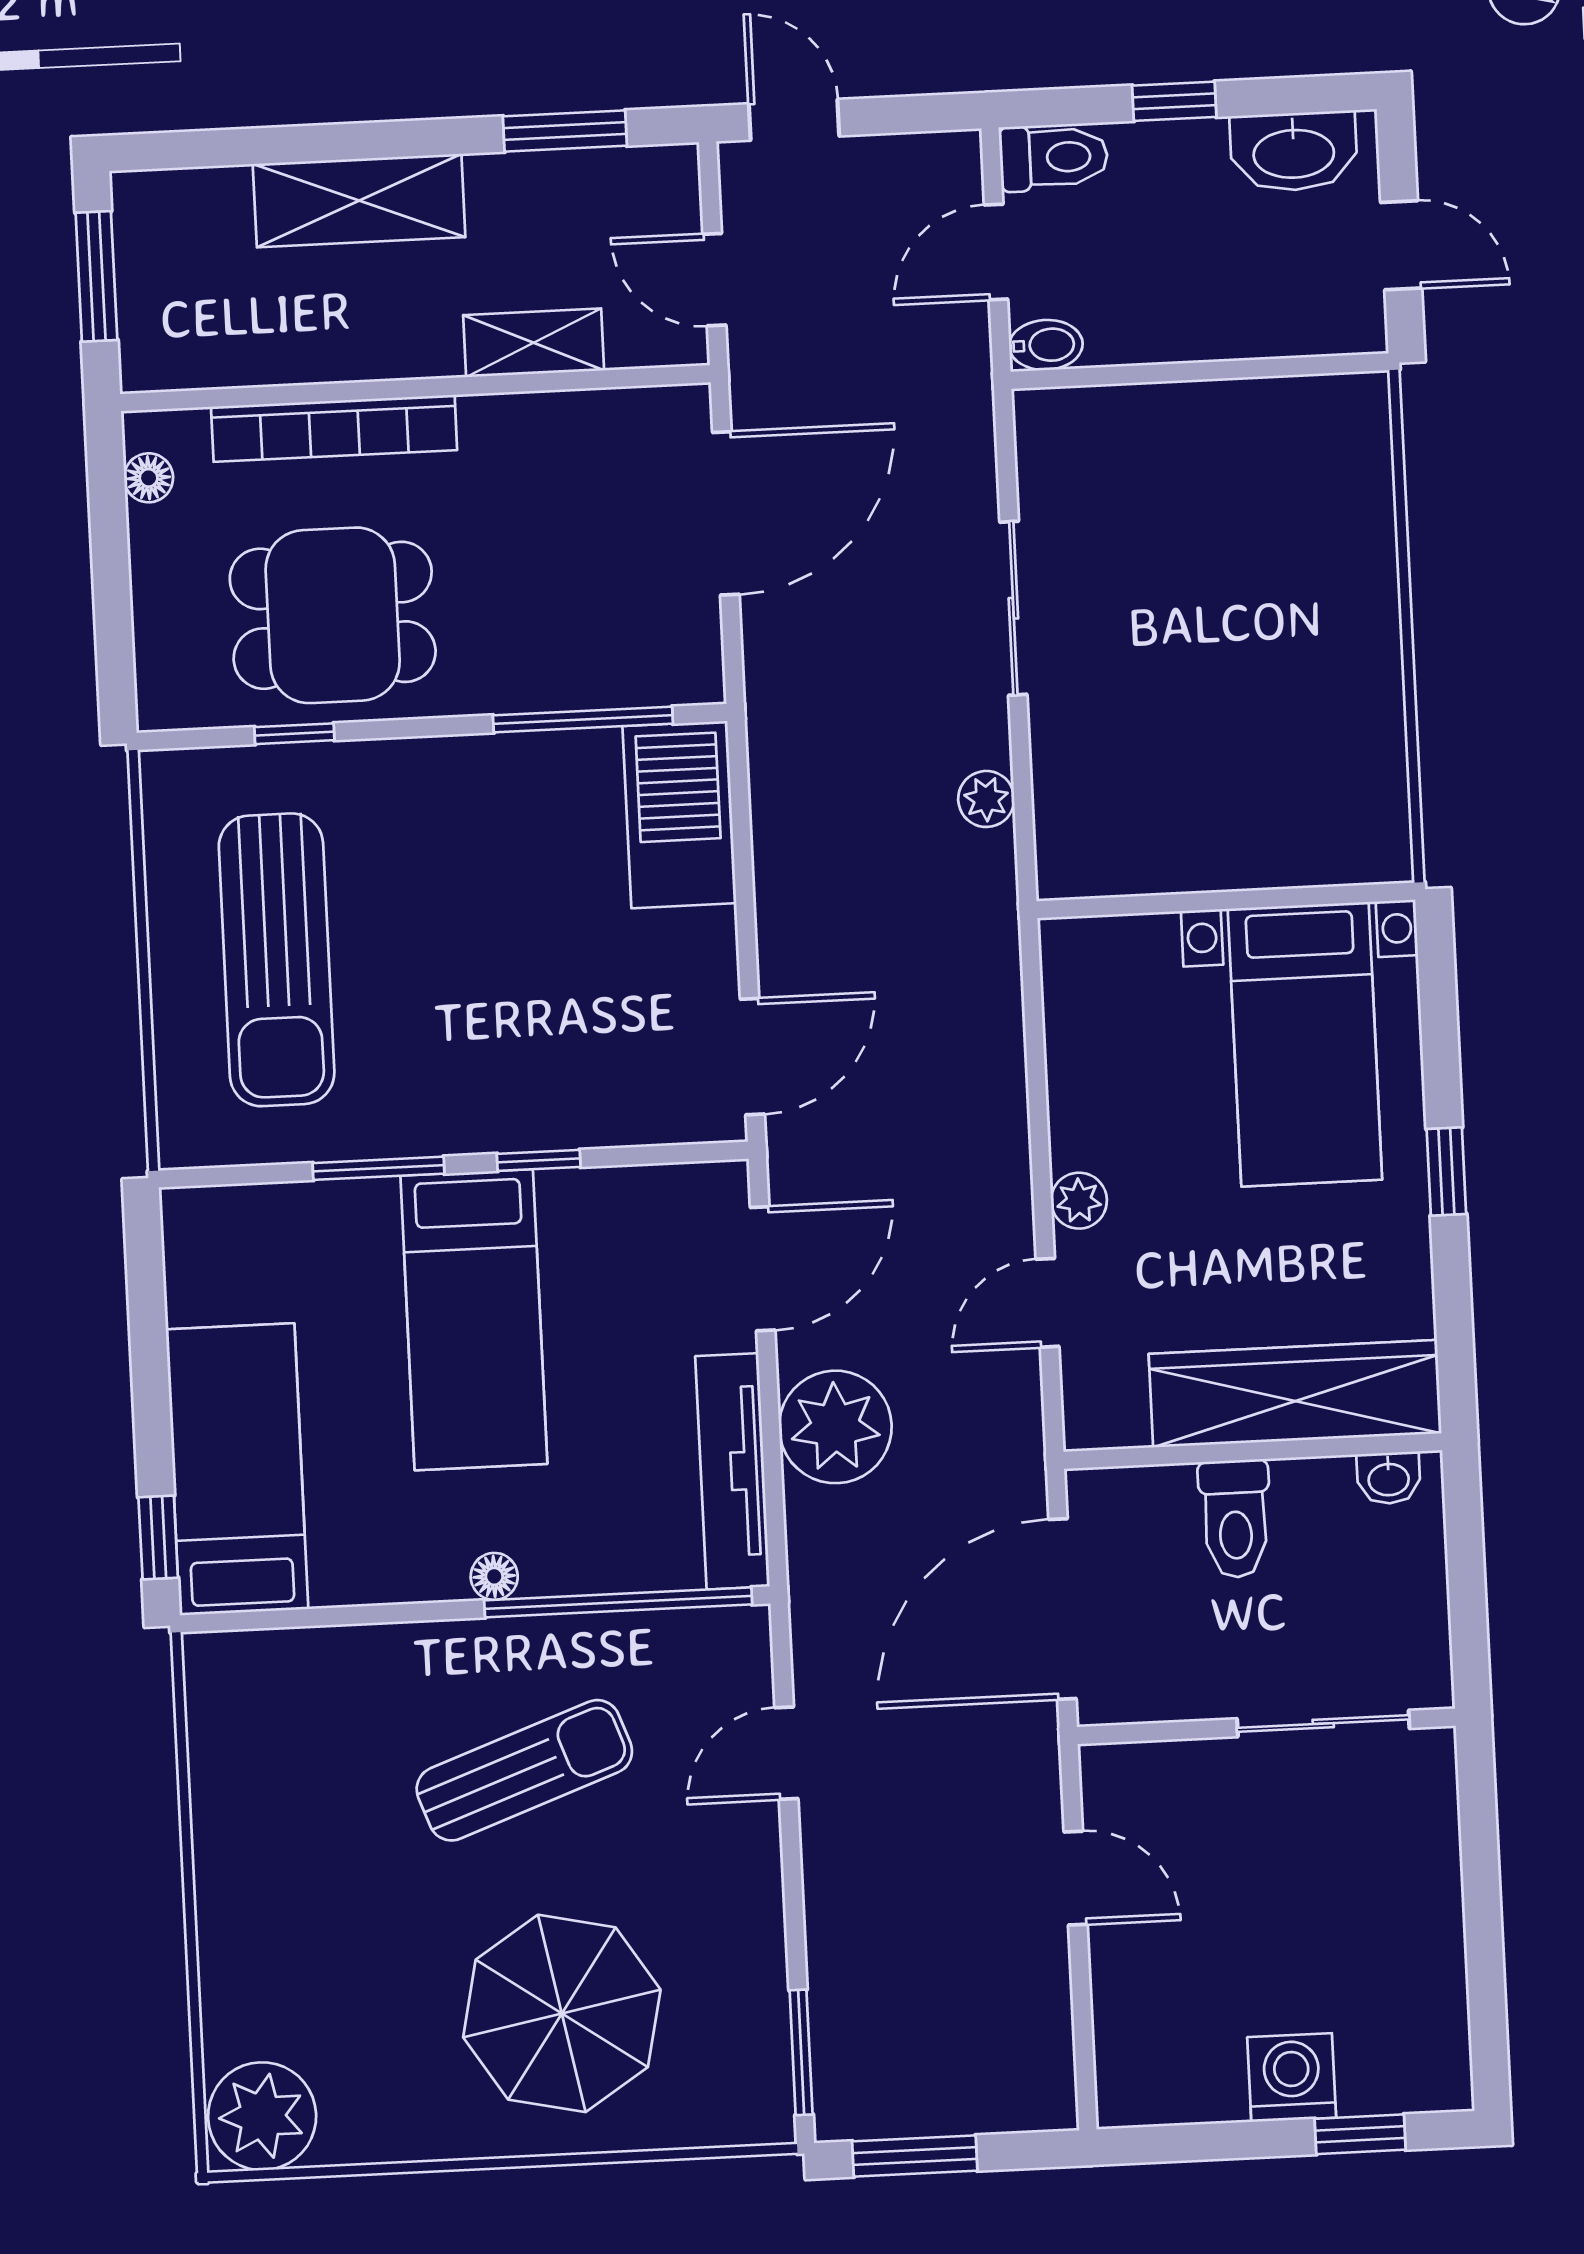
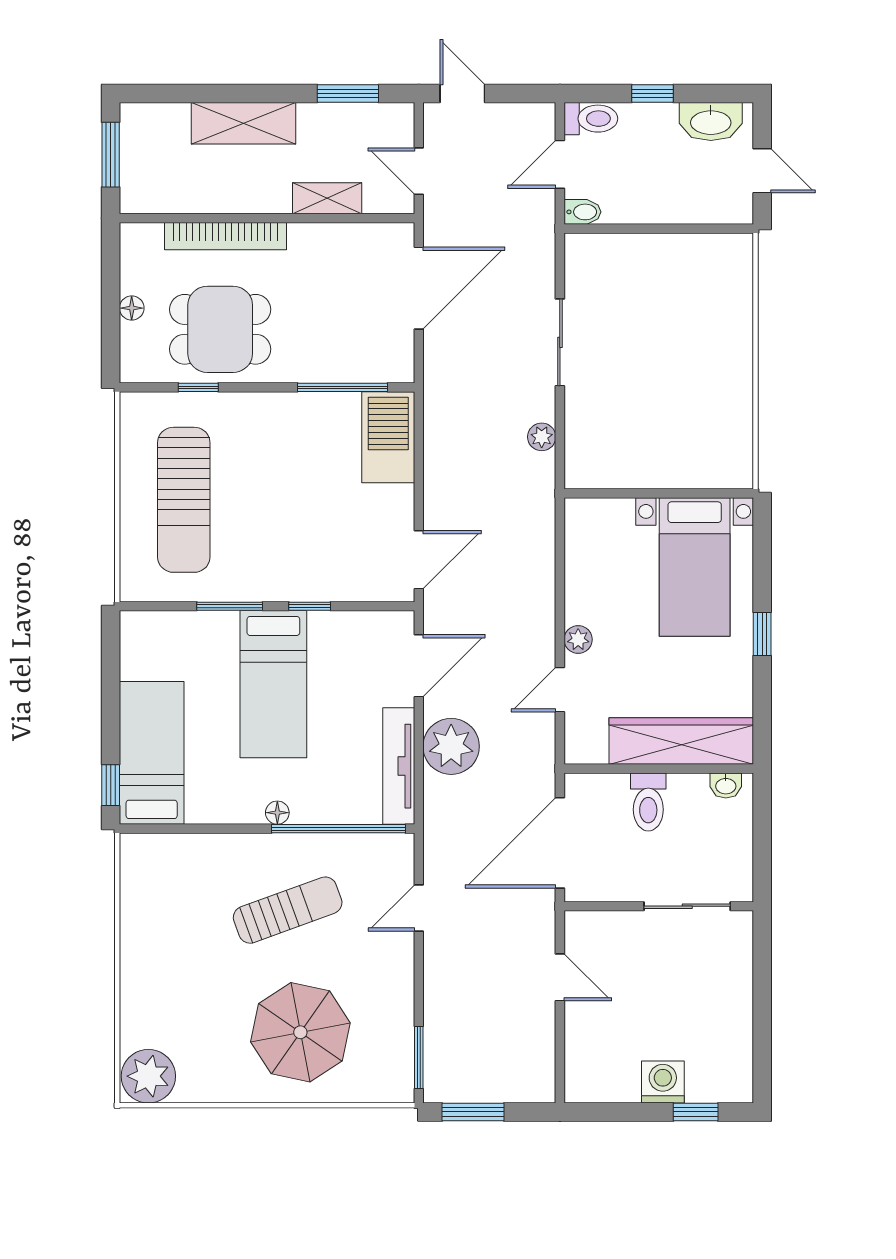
floor lamp: (149, 478) -> (132, 308), moved

